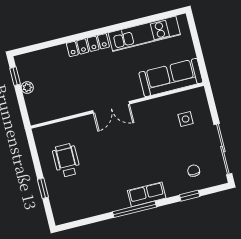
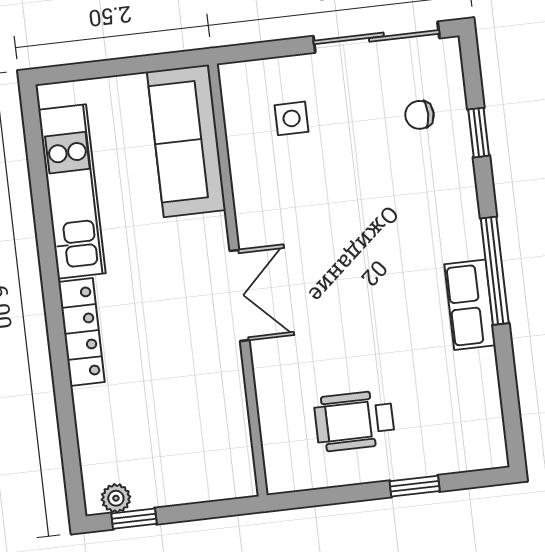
plant: (27, 88) -> (116, 498), moved
row of seats: (147, 194) -> (470, 305), moved

